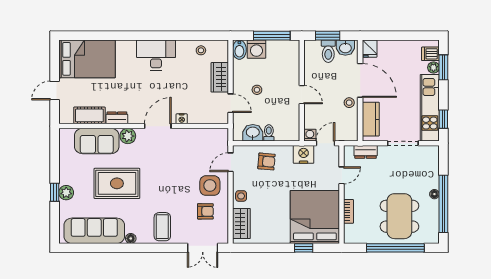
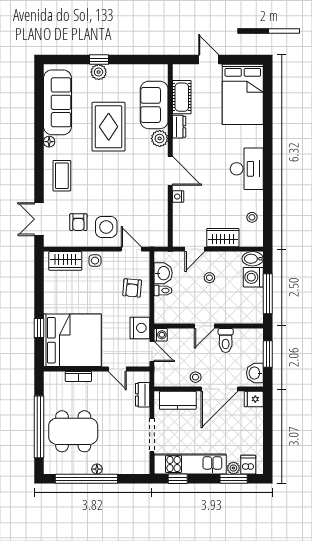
toilet: (328, 51) -> (226, 340), moved, turned -90
coffee table: (162, 227) -> (62, 176), turned 90

